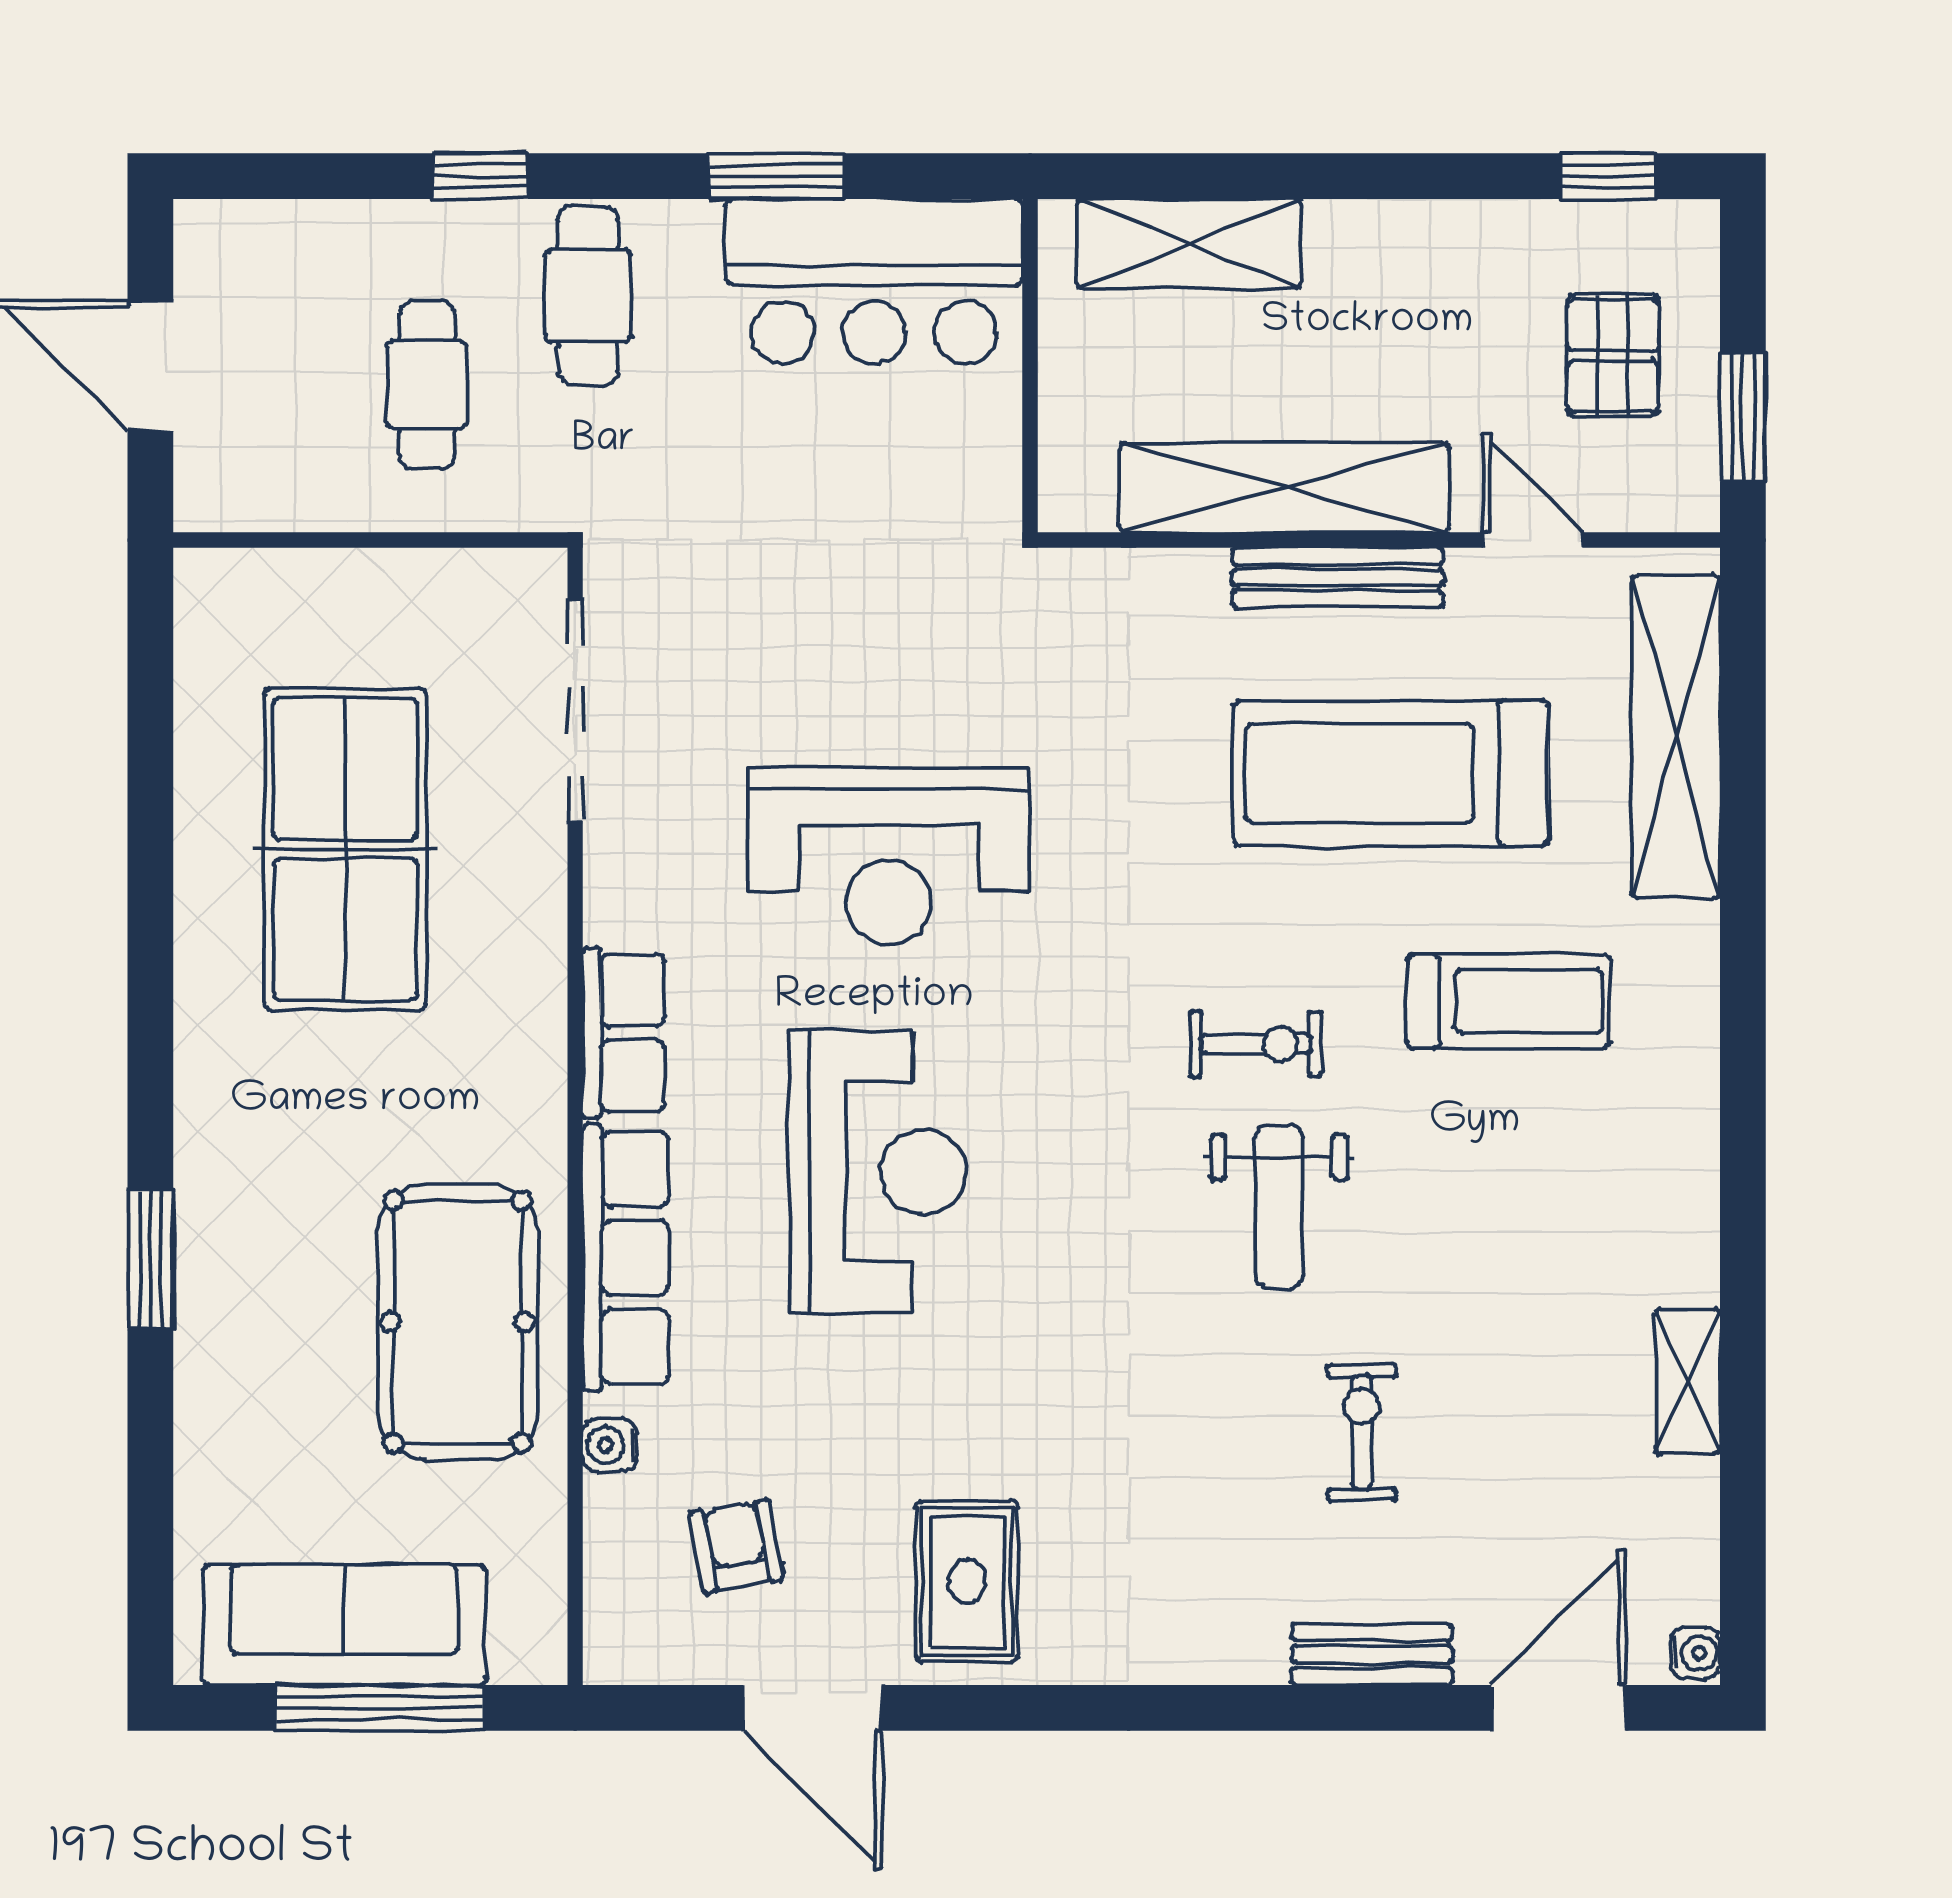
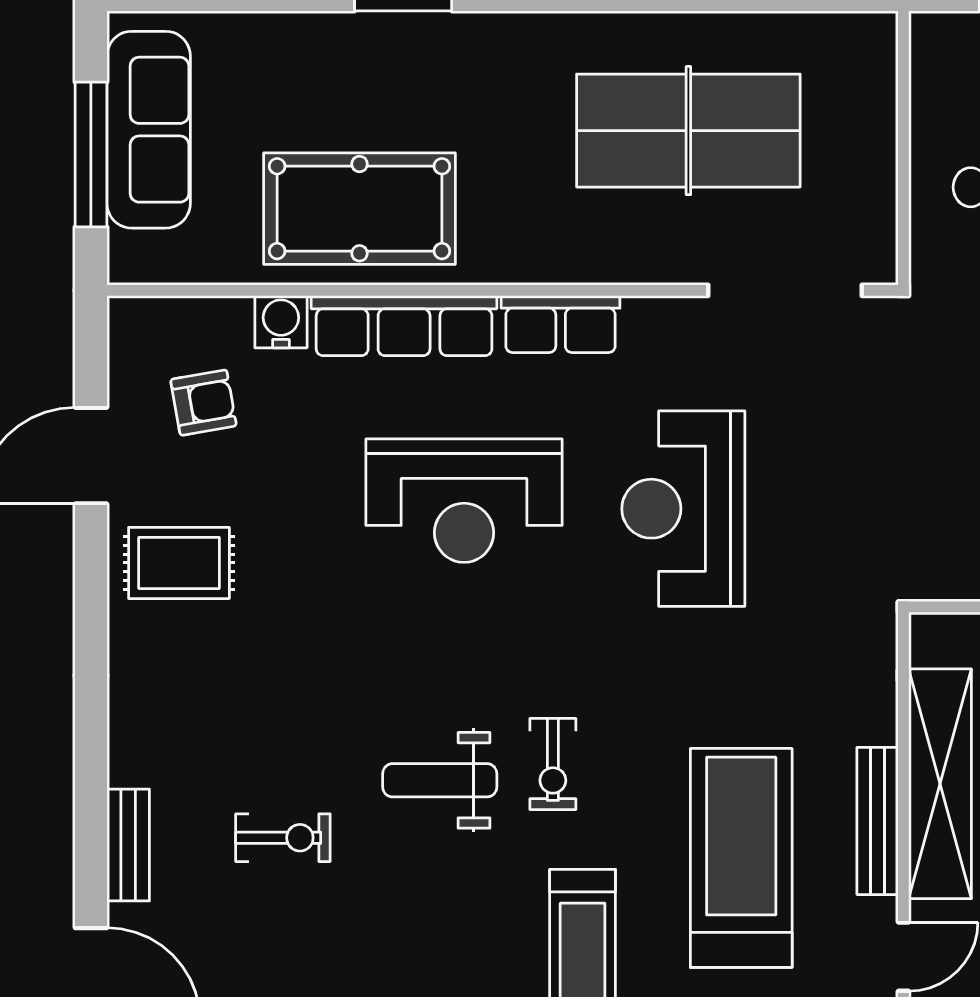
water cooler: (610, 1445) -> (281, 322), width x1.38, depth x1.38

